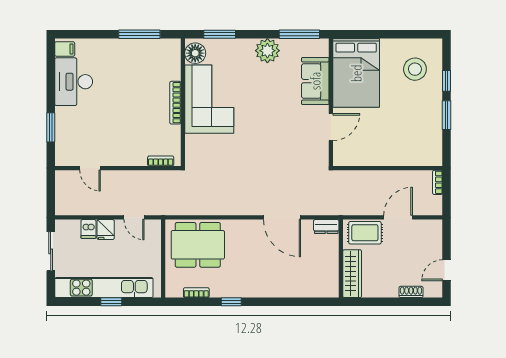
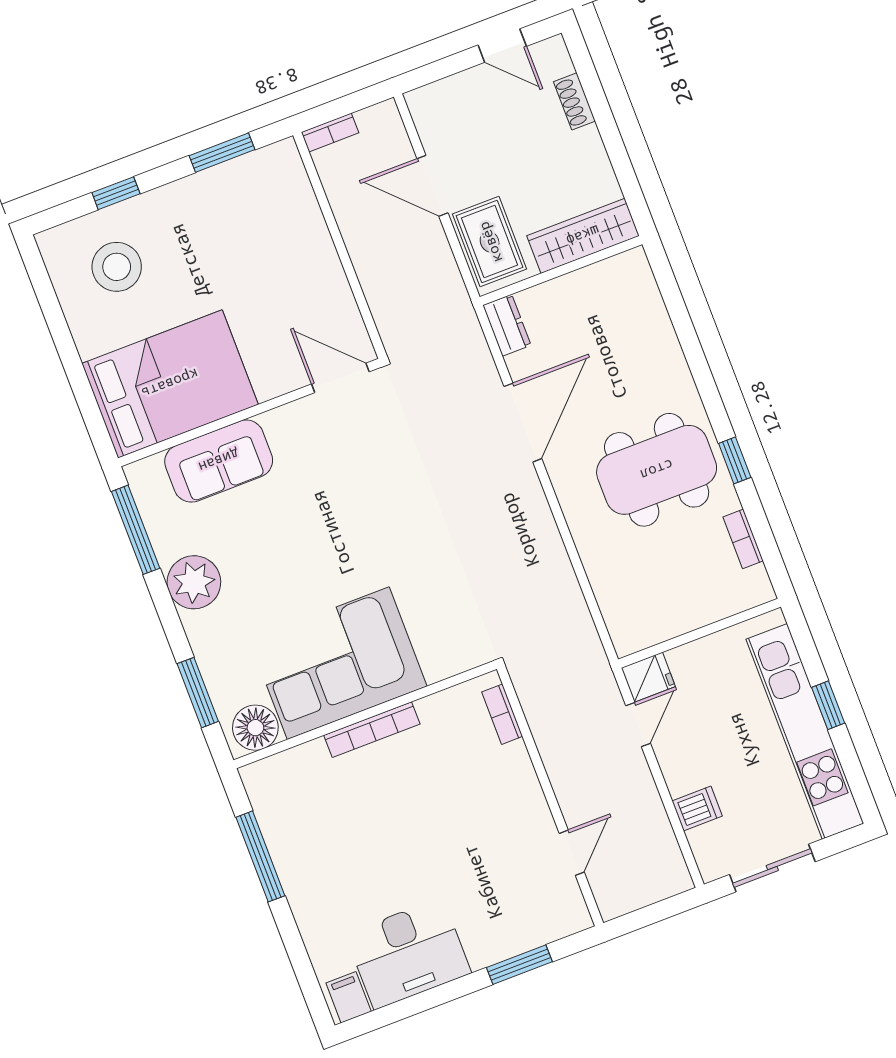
window: (447, 115) -> (222, 153), moved
door: (331, 127) -> (340, 378), moved
fridge: (106, 230) -> (648, 677), moved
dining table: (198, 245) -> (657, 470), moved, turned 90

